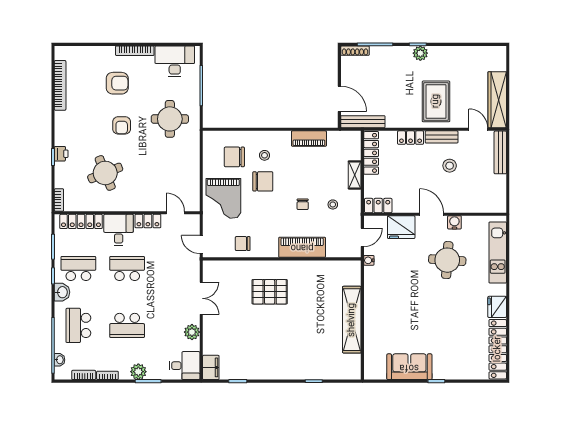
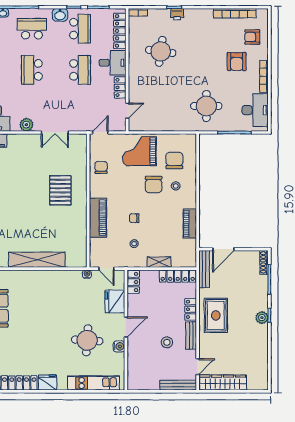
rug: (436, 101) -> (216, 315), moved, turned 90
armchair: (122, 125) -> (252, 37), moved
round table: (105, 173) -> (161, 51), turned 30

